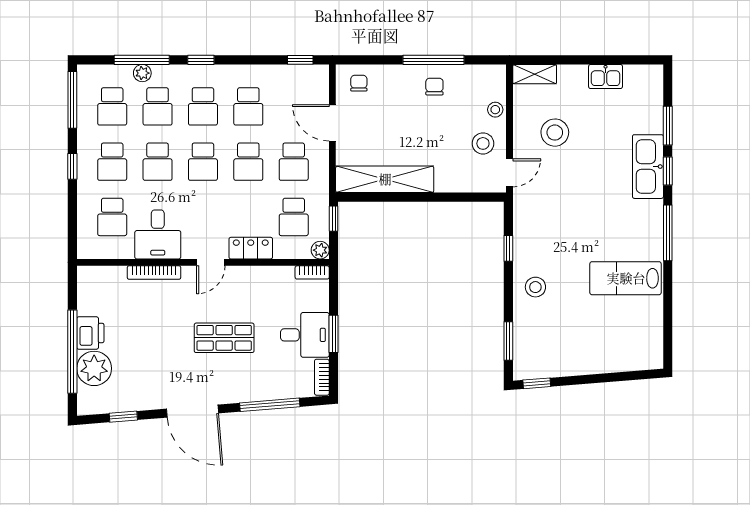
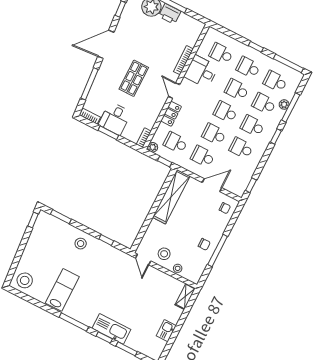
stool: (555, 133) -> (25, 280), moved

